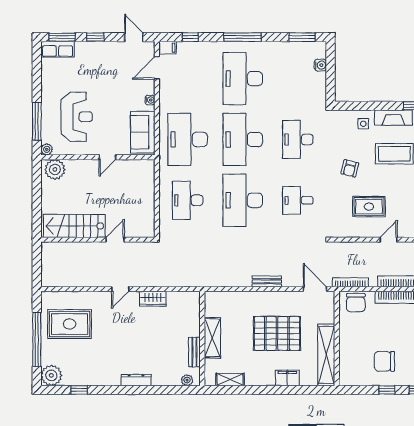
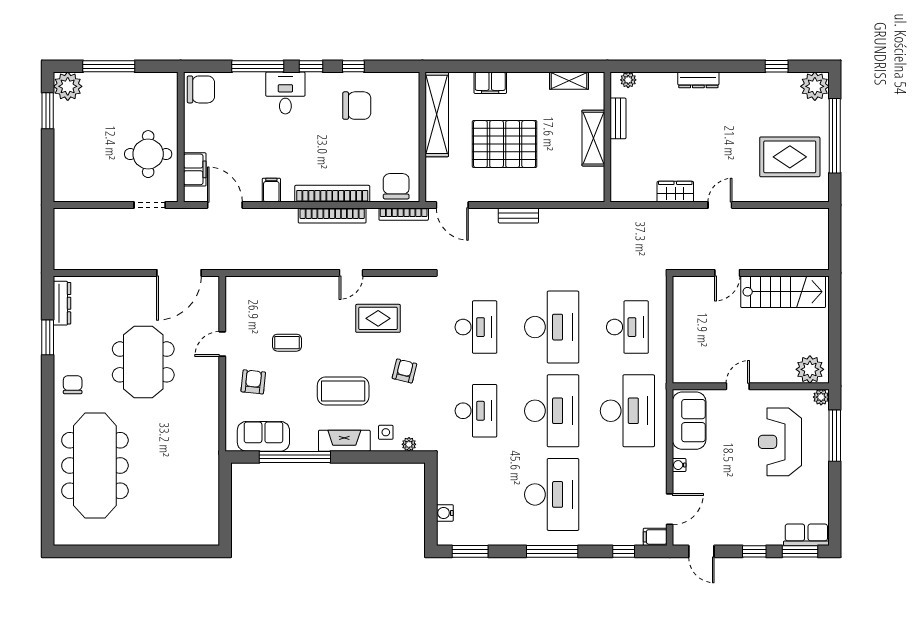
plant: (346, 115) -> (409, 444), added
desk: (298, 200) -> (476, 327), width x1.37

